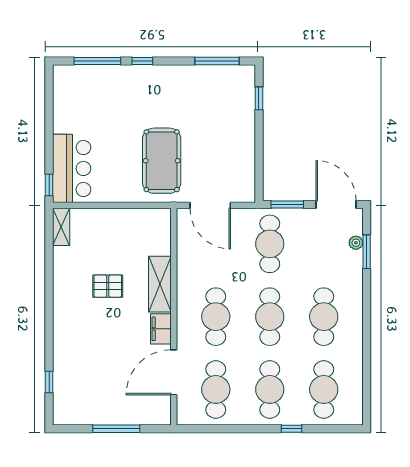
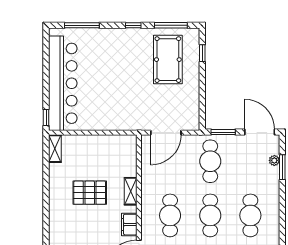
window: (142, 61) -> (133, 25), moved
pool table: (162, 161) -> (168, 60), moved
bar counter: (72, 168) -> (63, 83), width x1.86
door: (210, 205) -> (166, 133), hinge flipped
shelving: (160, 284) -> (131, 191), width x0.67, depth x0.75
pallet: (108, 286) -> (90, 193), width x1.50, depth x1.42

